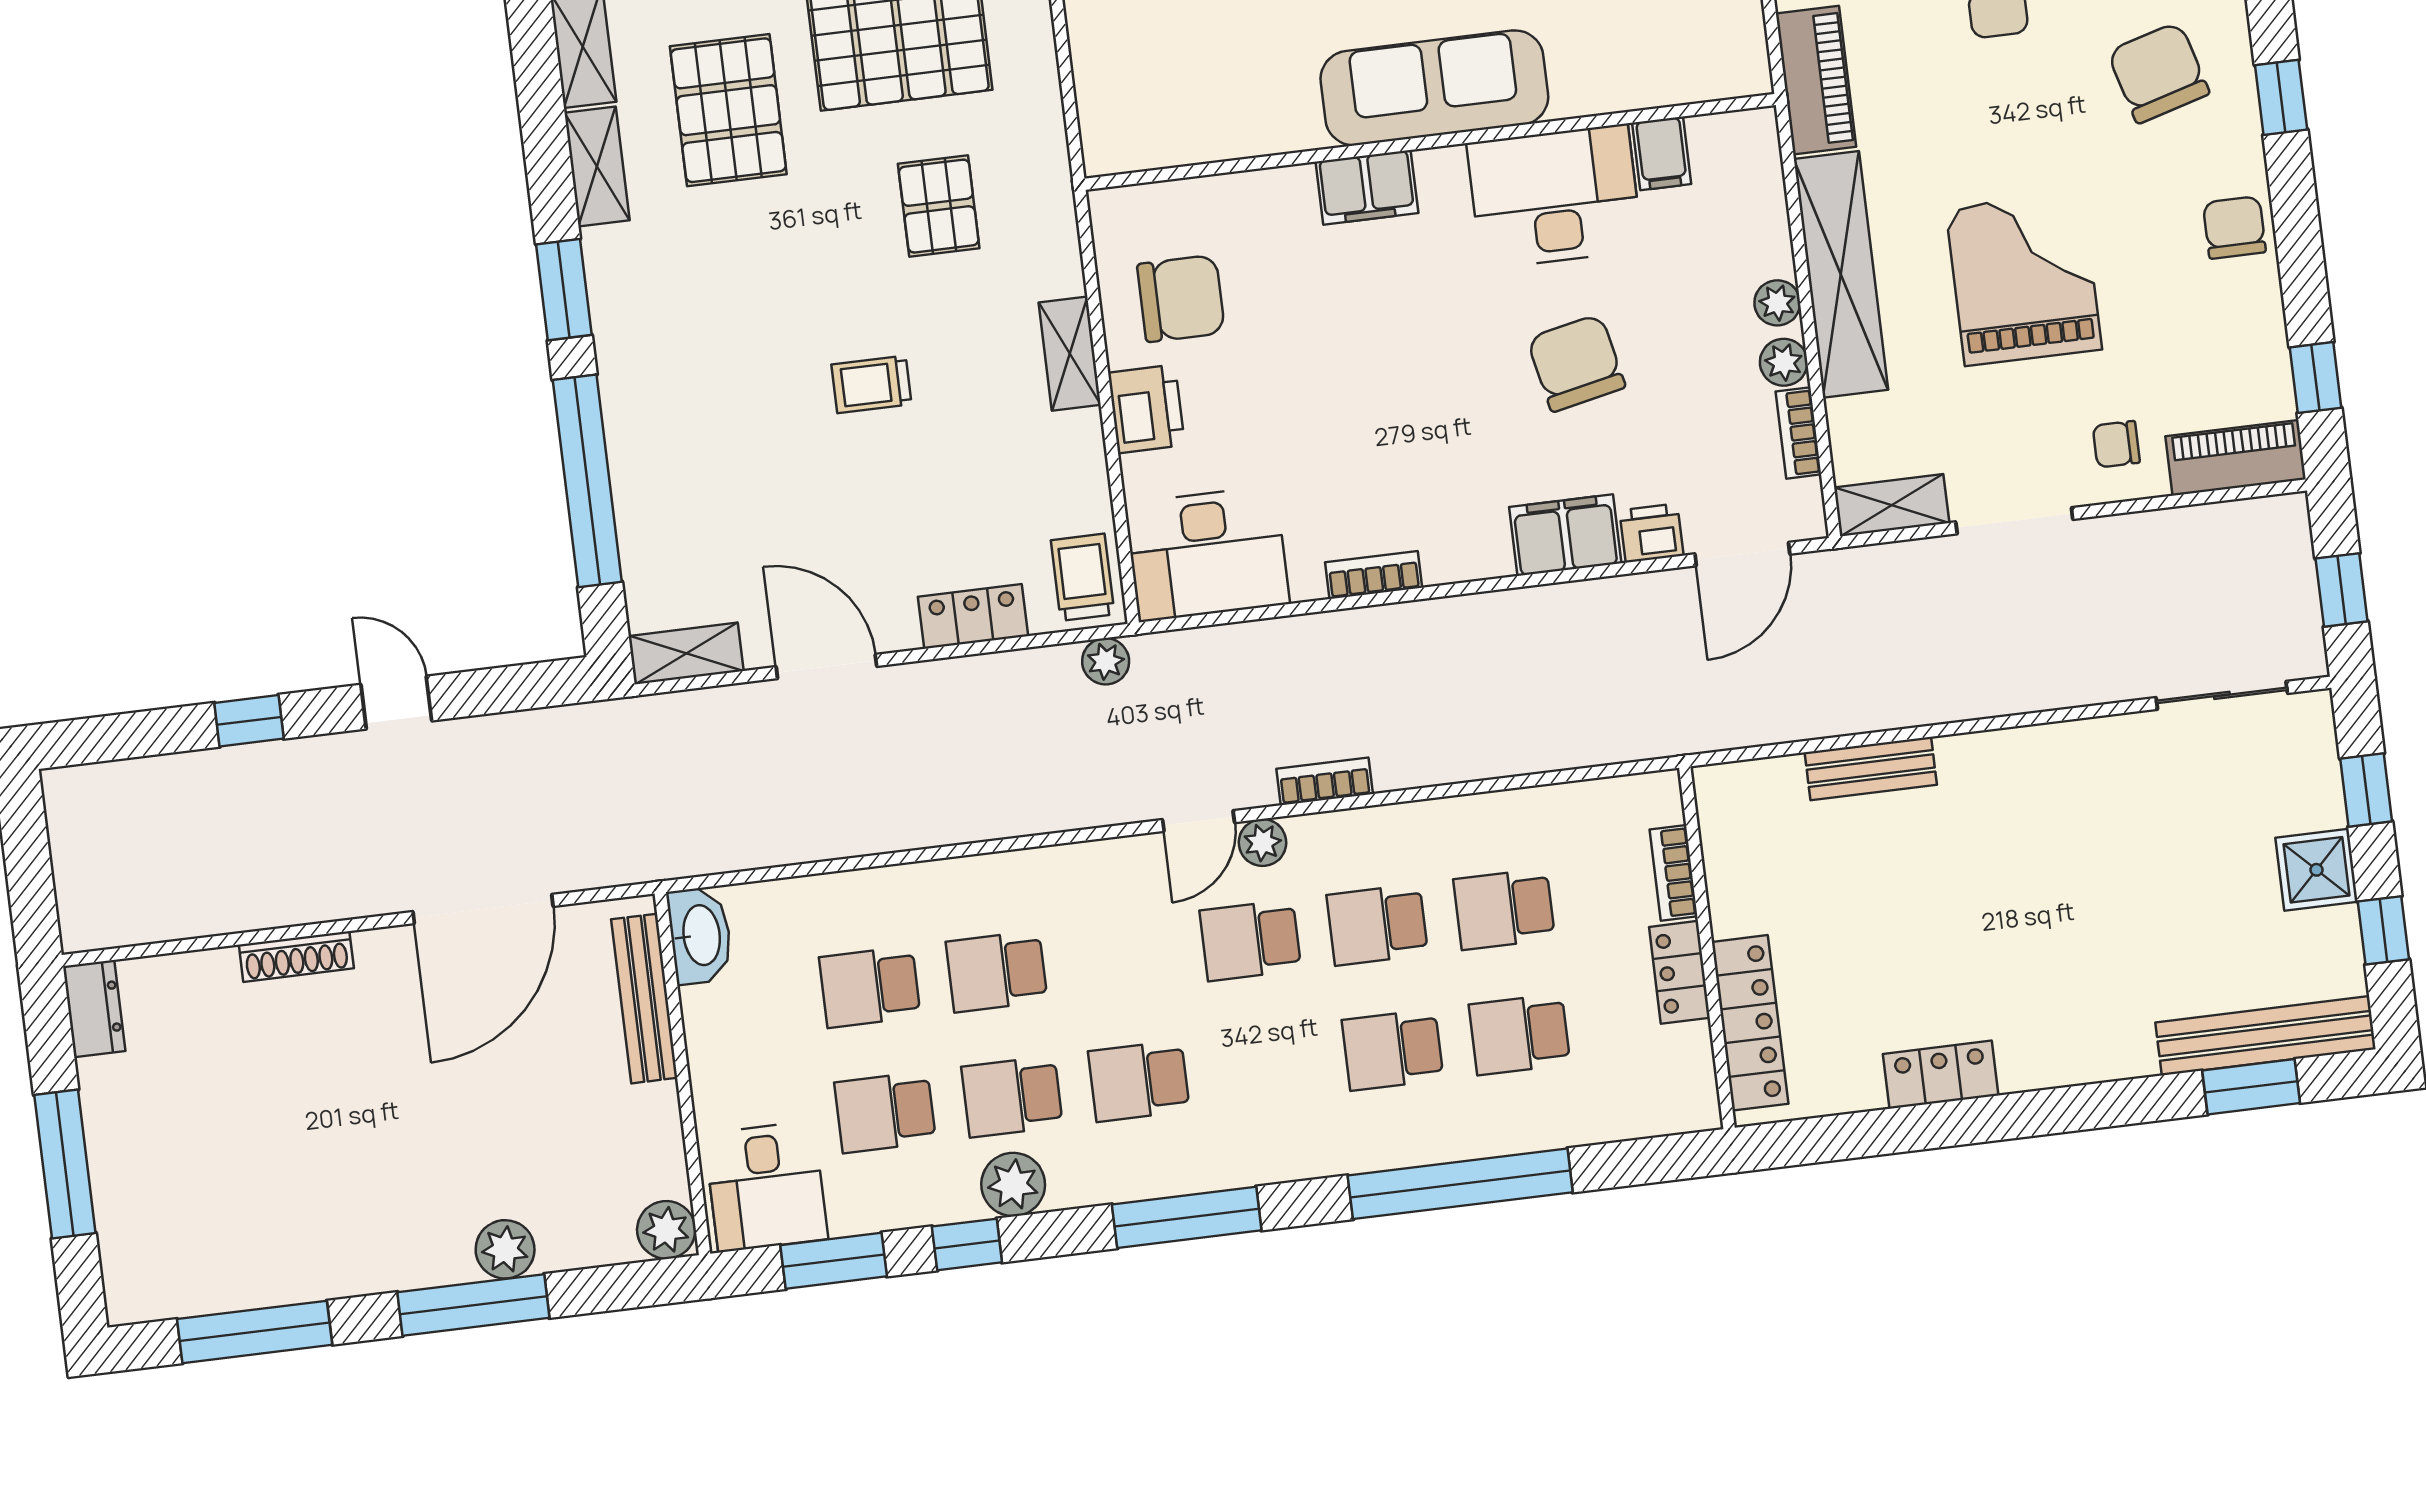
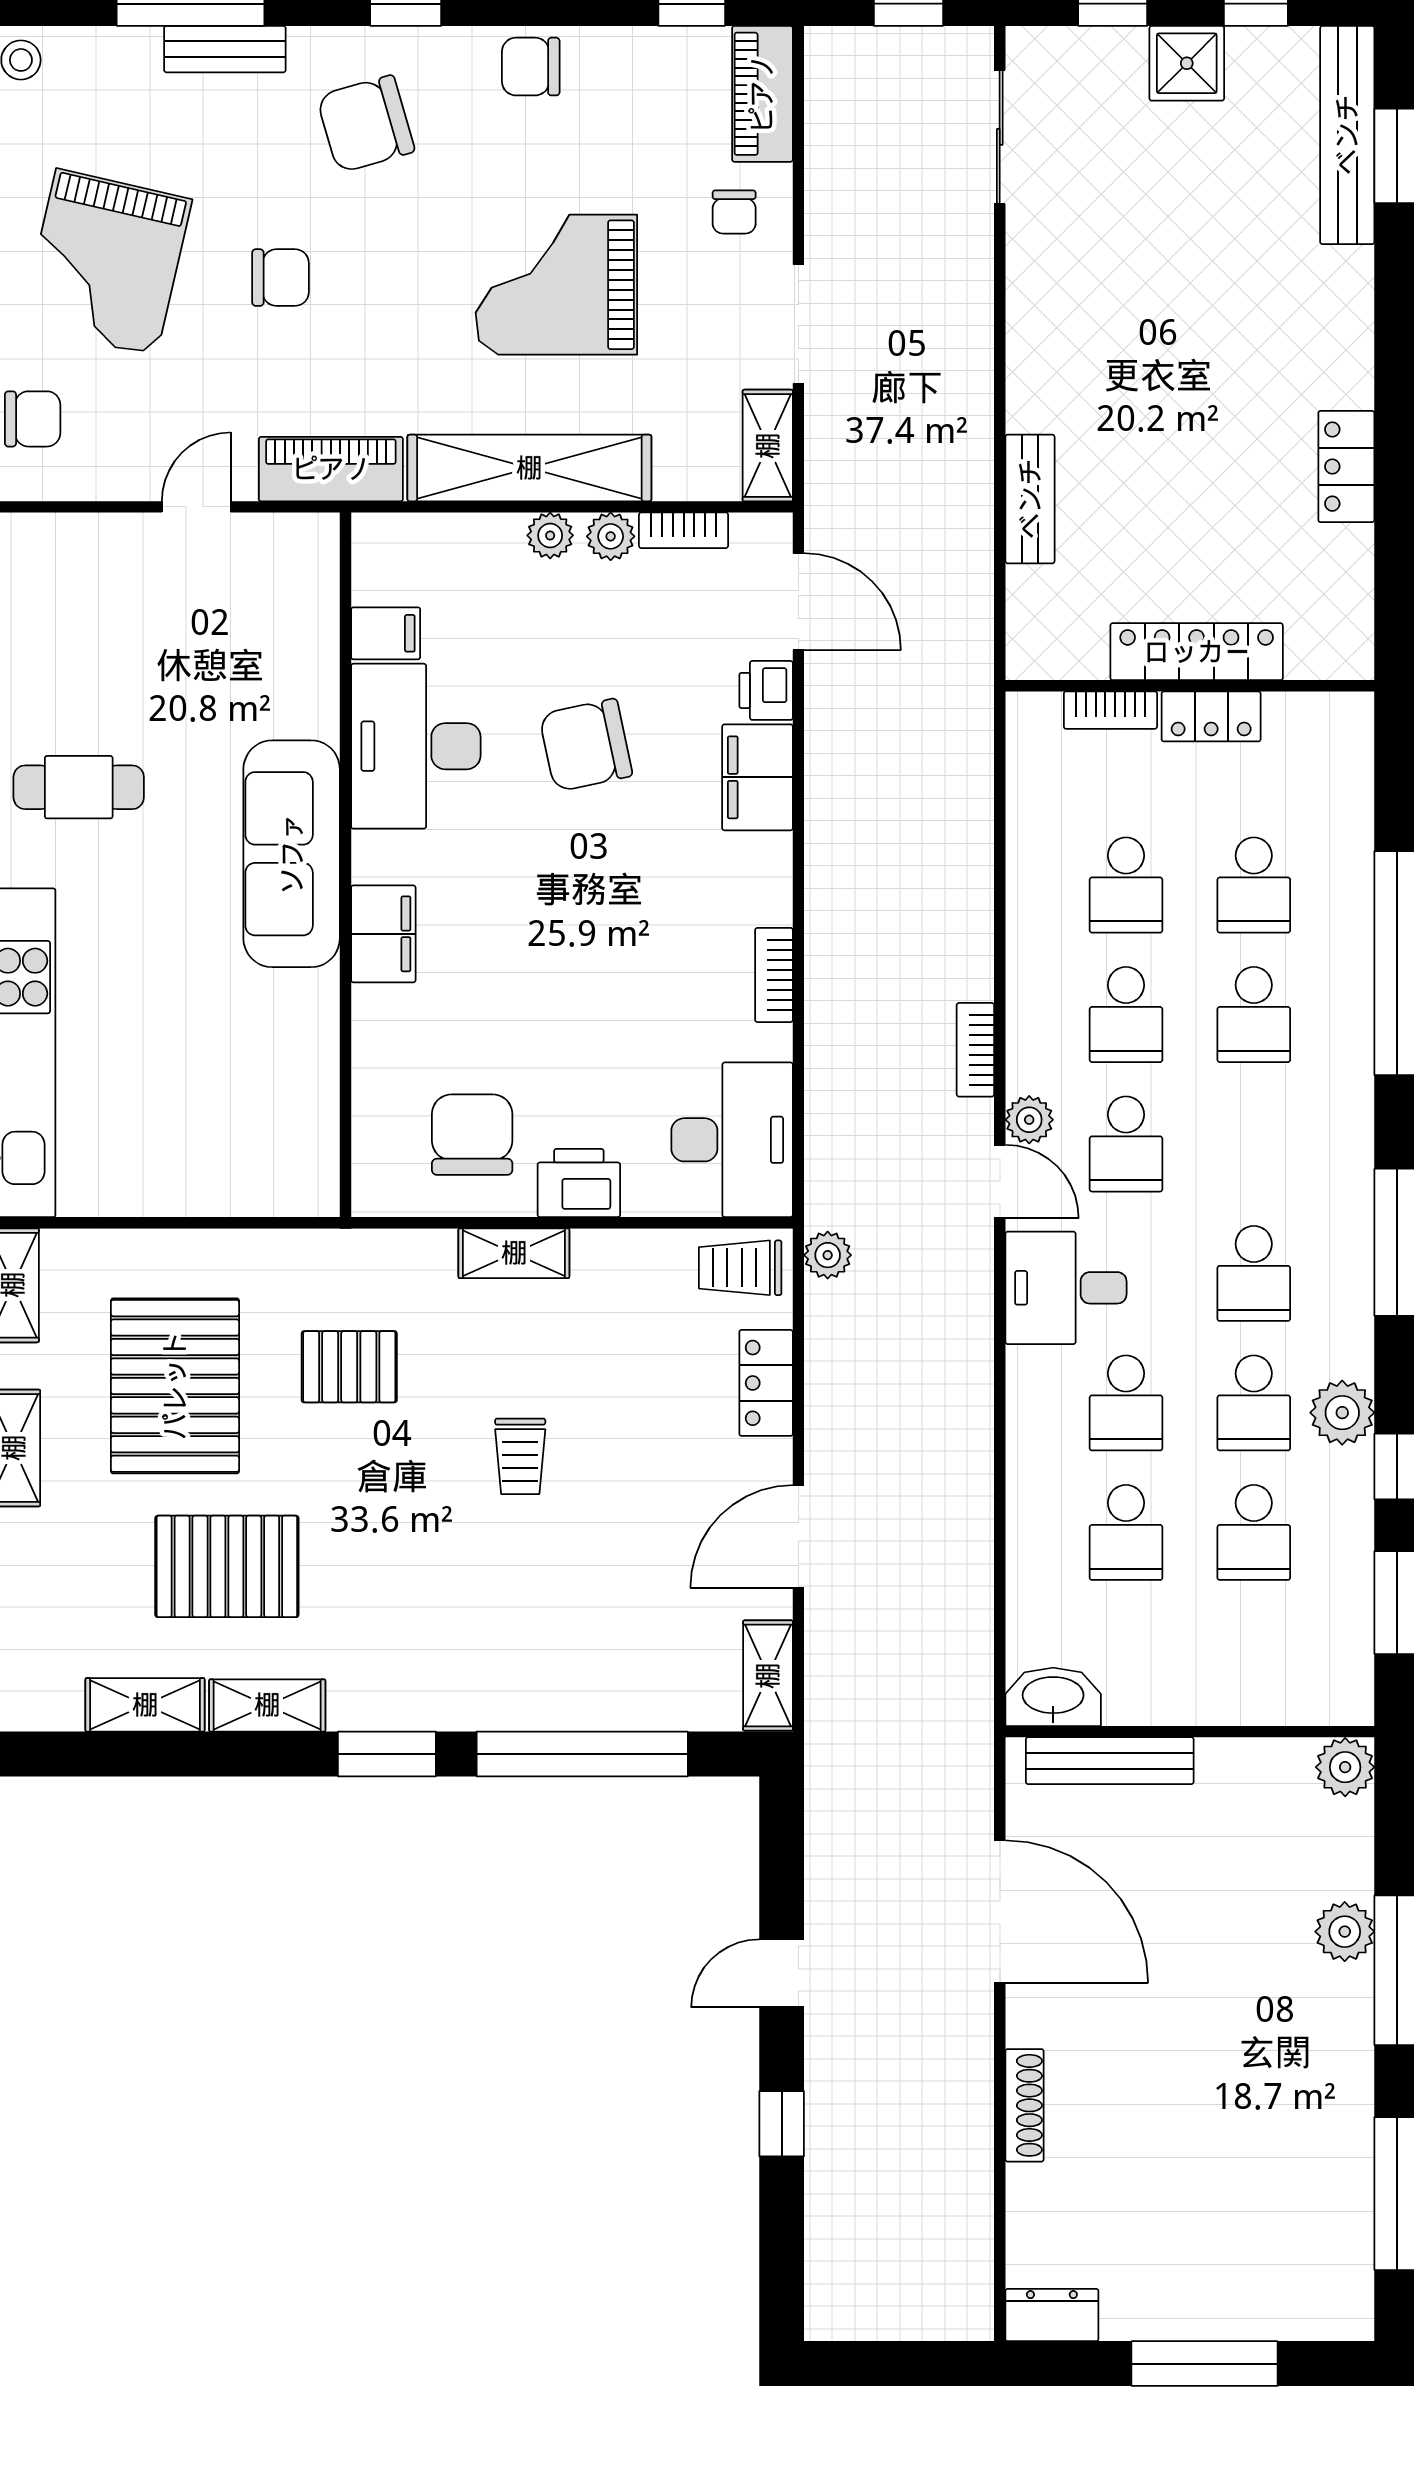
locker: (1750, 1023) -> (1197, 652), moved
desk: (766, 1187) -> (1066, 1288), moved, turned 180

